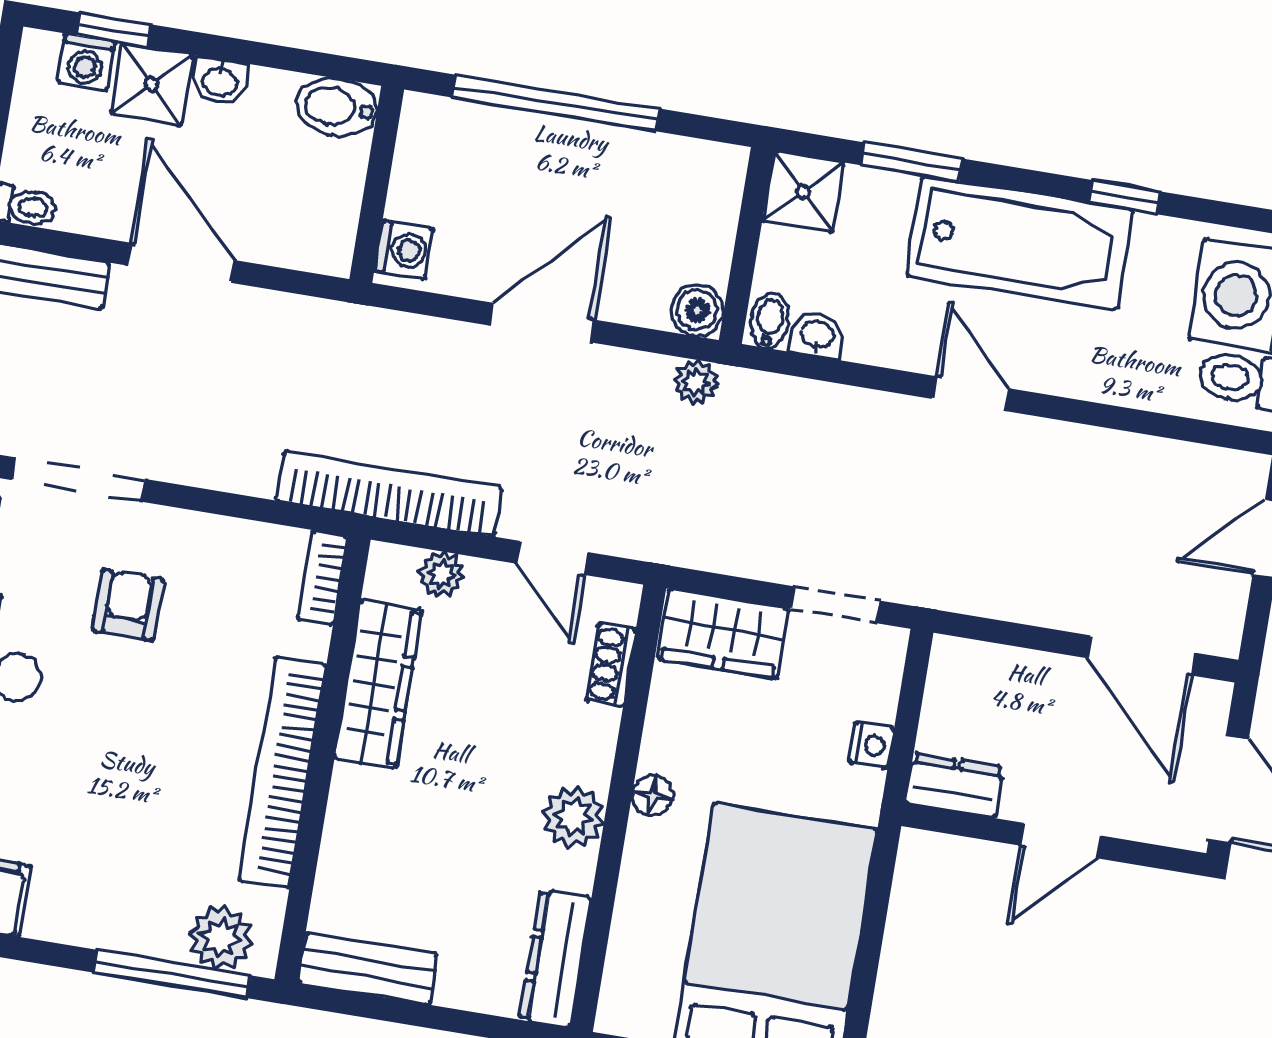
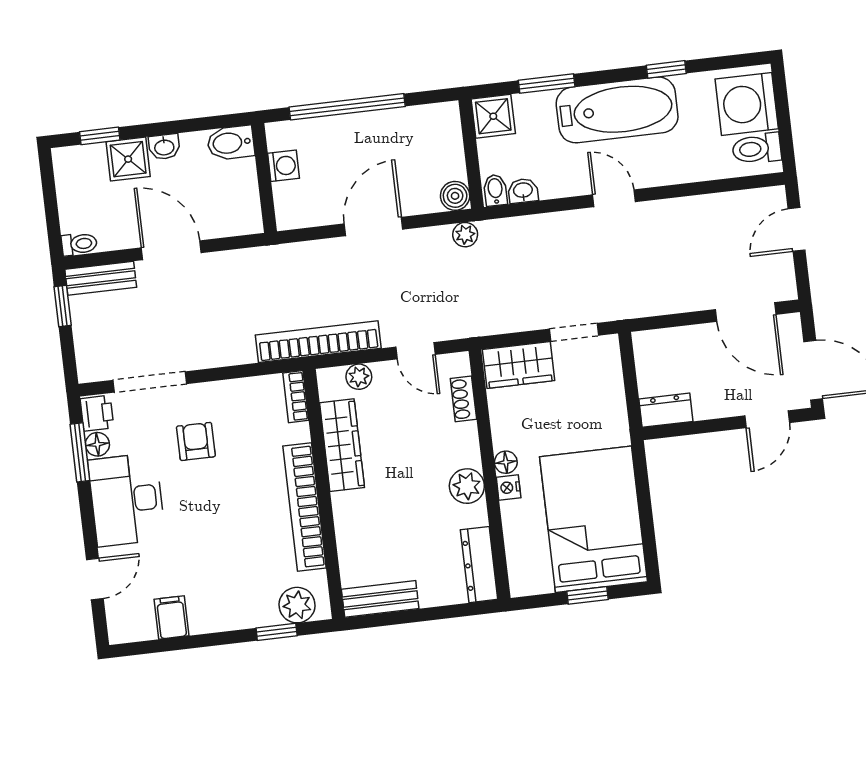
washing machine: (86, 62) -> (90, 158), removed
washing machine: (404, 250) -> (284, 166), moved
nightstand: (871, 745) -> (509, 488), moved, turned 180
door: (1061, 841) -> (767, 419), moved
window: (172, 974) -> (277, 632), width x0.46

